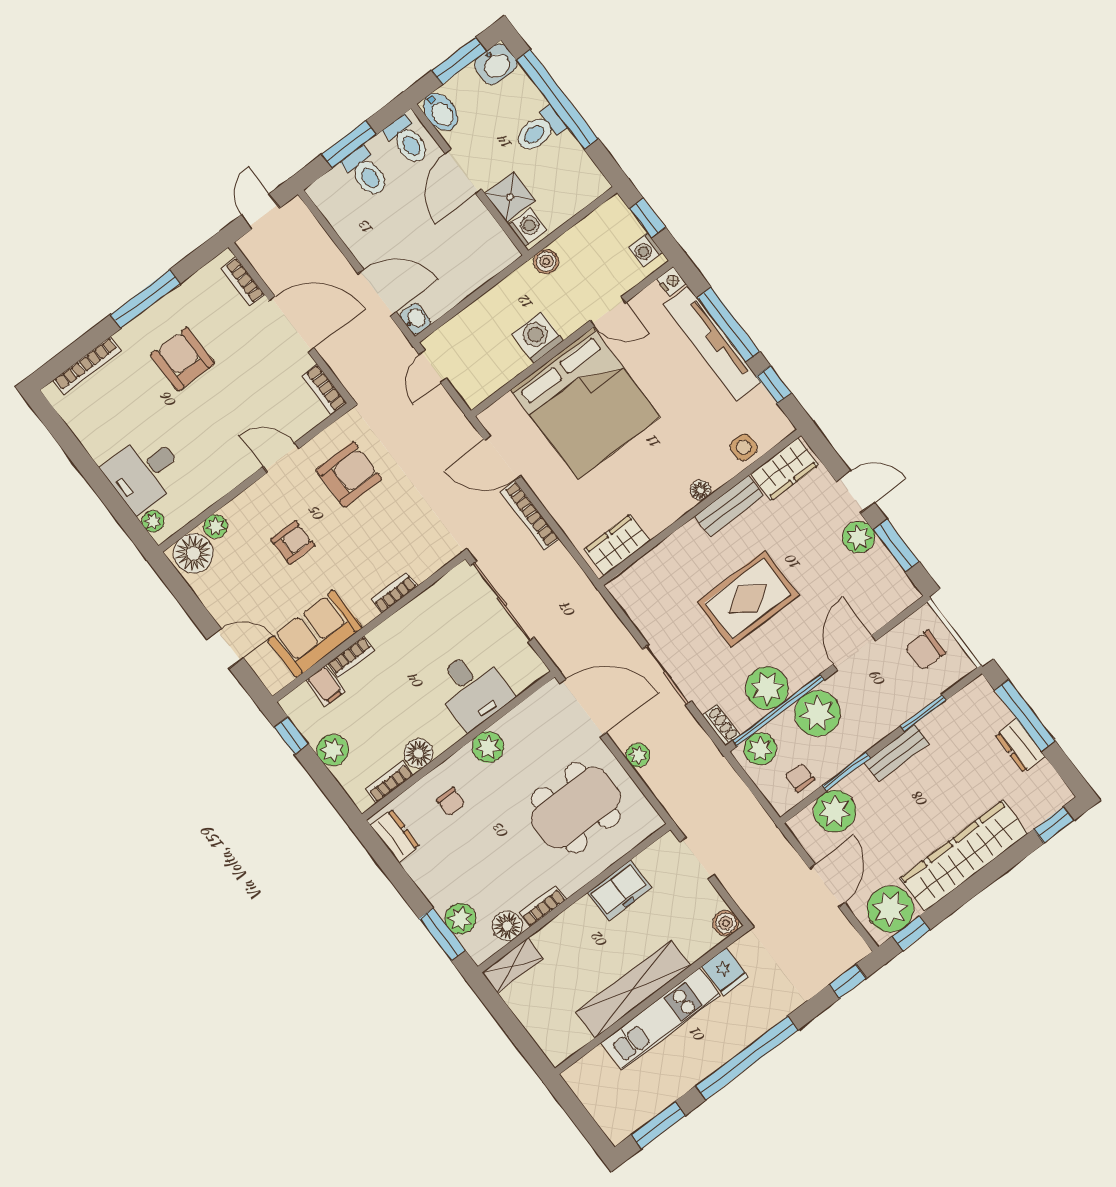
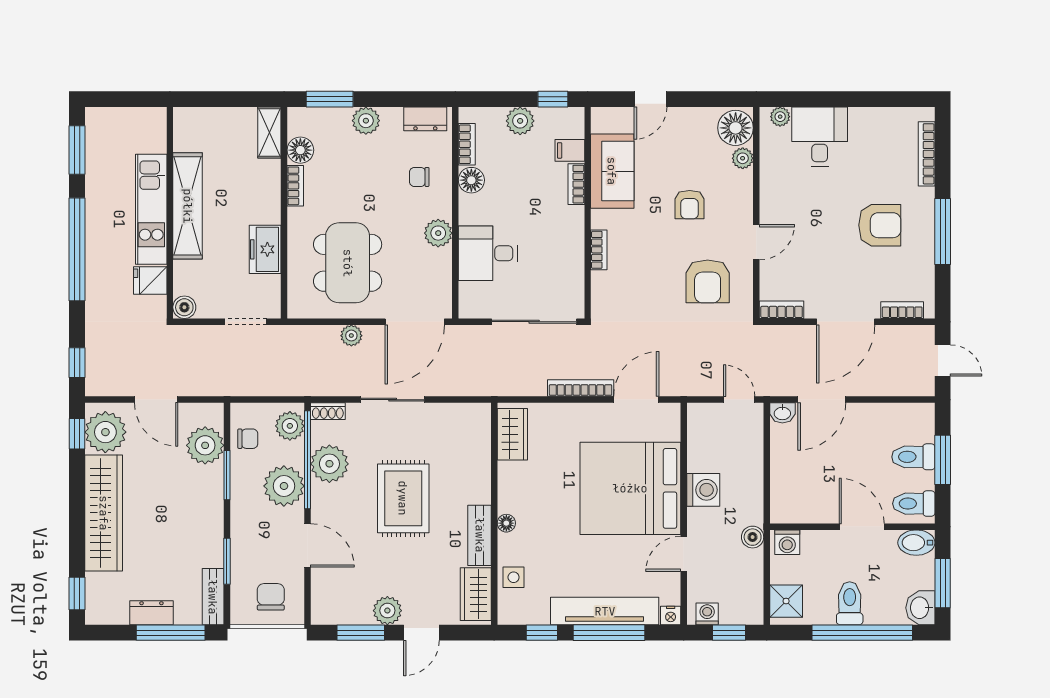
shower: (510, 197) -> (786, 601), moved
bench: (897, 753) -> (213, 597), moved
plant: (460, 919) -> (366, 121), moved

